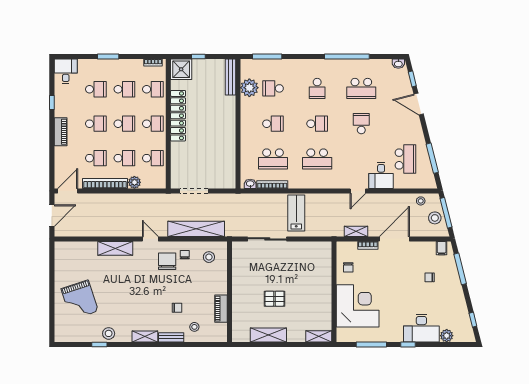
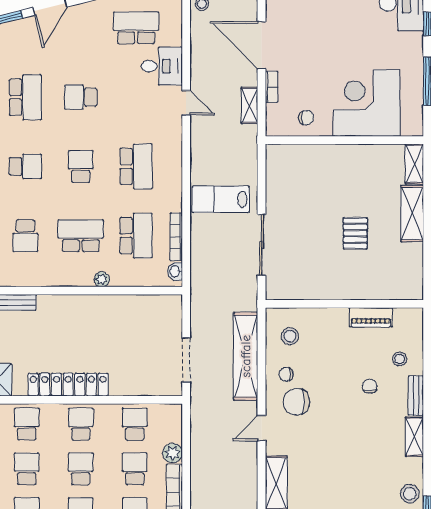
plant: (249, 88) -> (102, 279), moved, width x0.53, depth x0.53
school desk: (273, 124) -> (81, 236), width x1.85
shelving: (268, 335) -> (412, 214), moved

